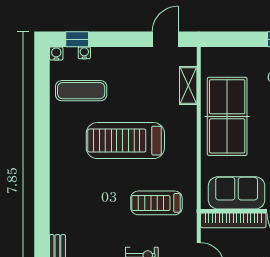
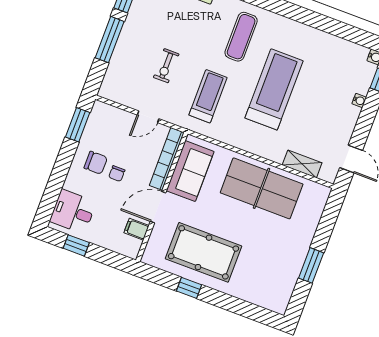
water cooler: (84, 53) -> (359, 100), moved
exercise mat: (81, 91) -> (241, 37), moved

